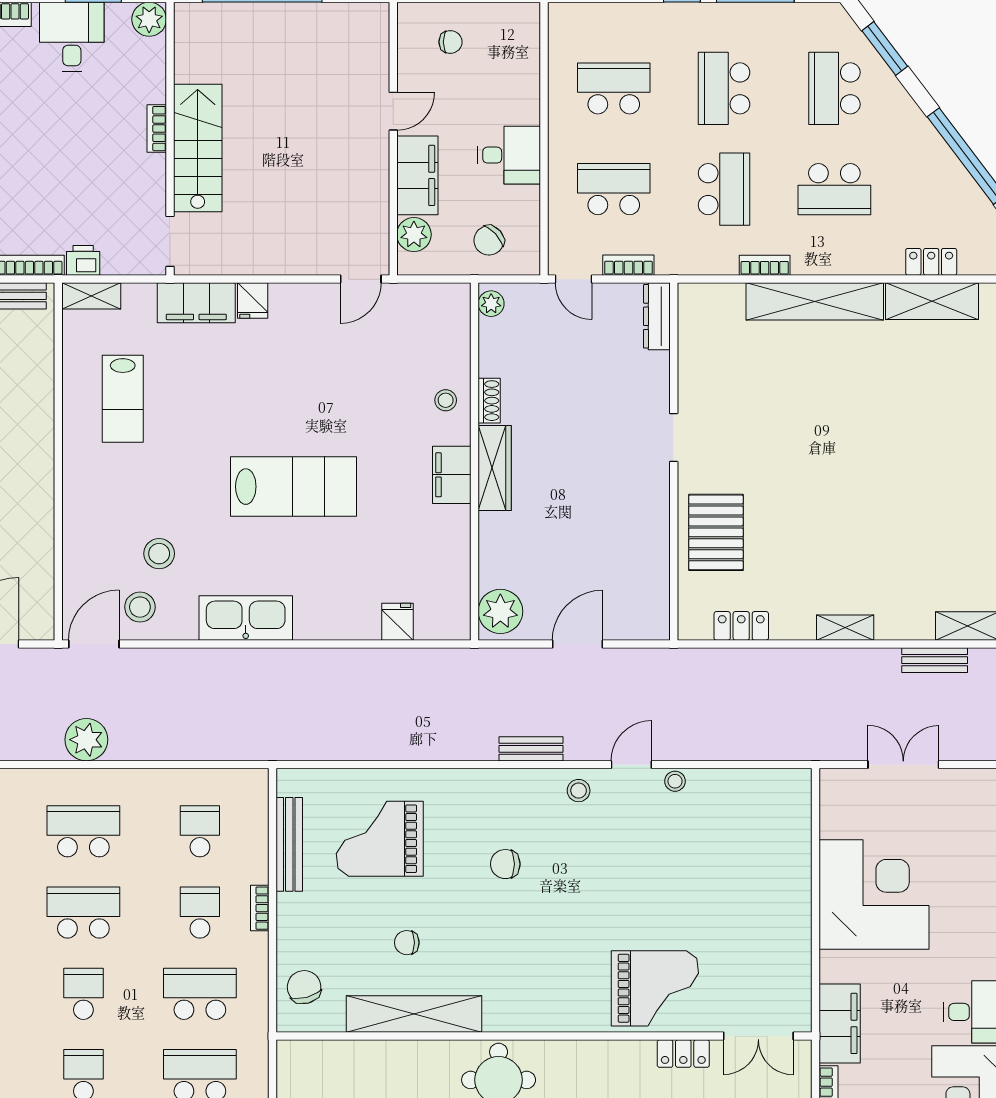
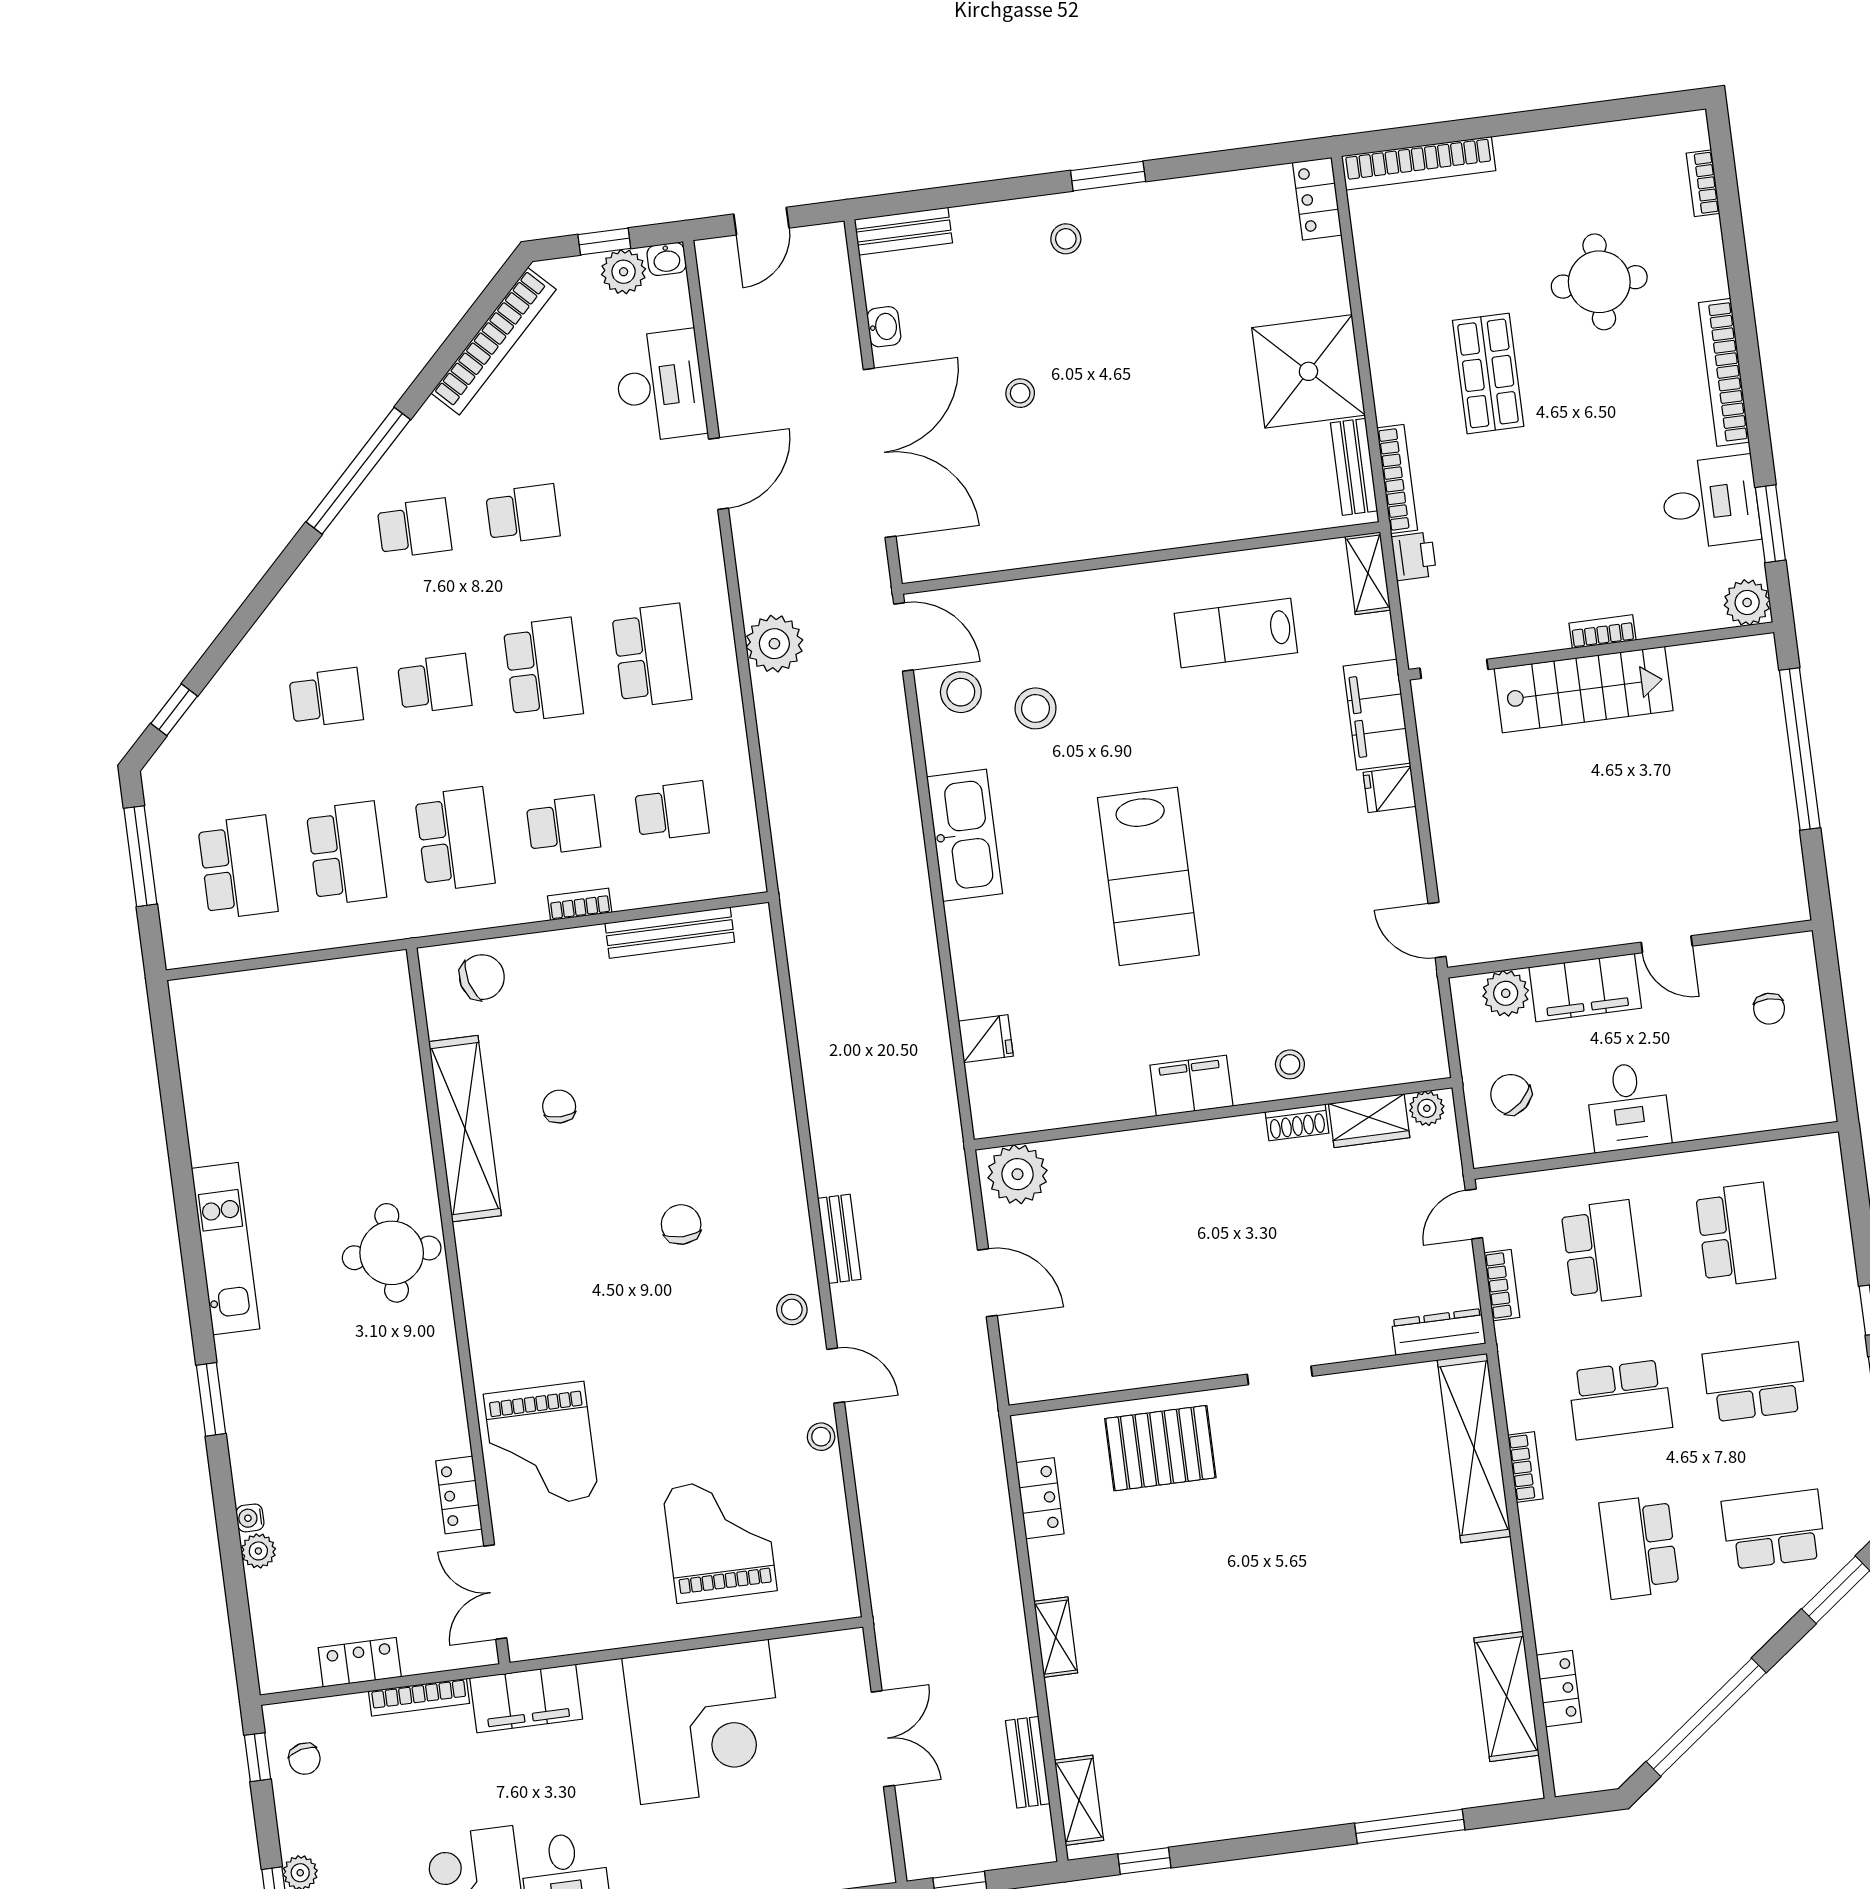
shelving: (815, 301) -> (1474, 1448), moved
wardrobe: (495, 468) -> (1369, 1121), moved, width x0.67
grand piano: (380, 839) -> (720, 1539), moved

